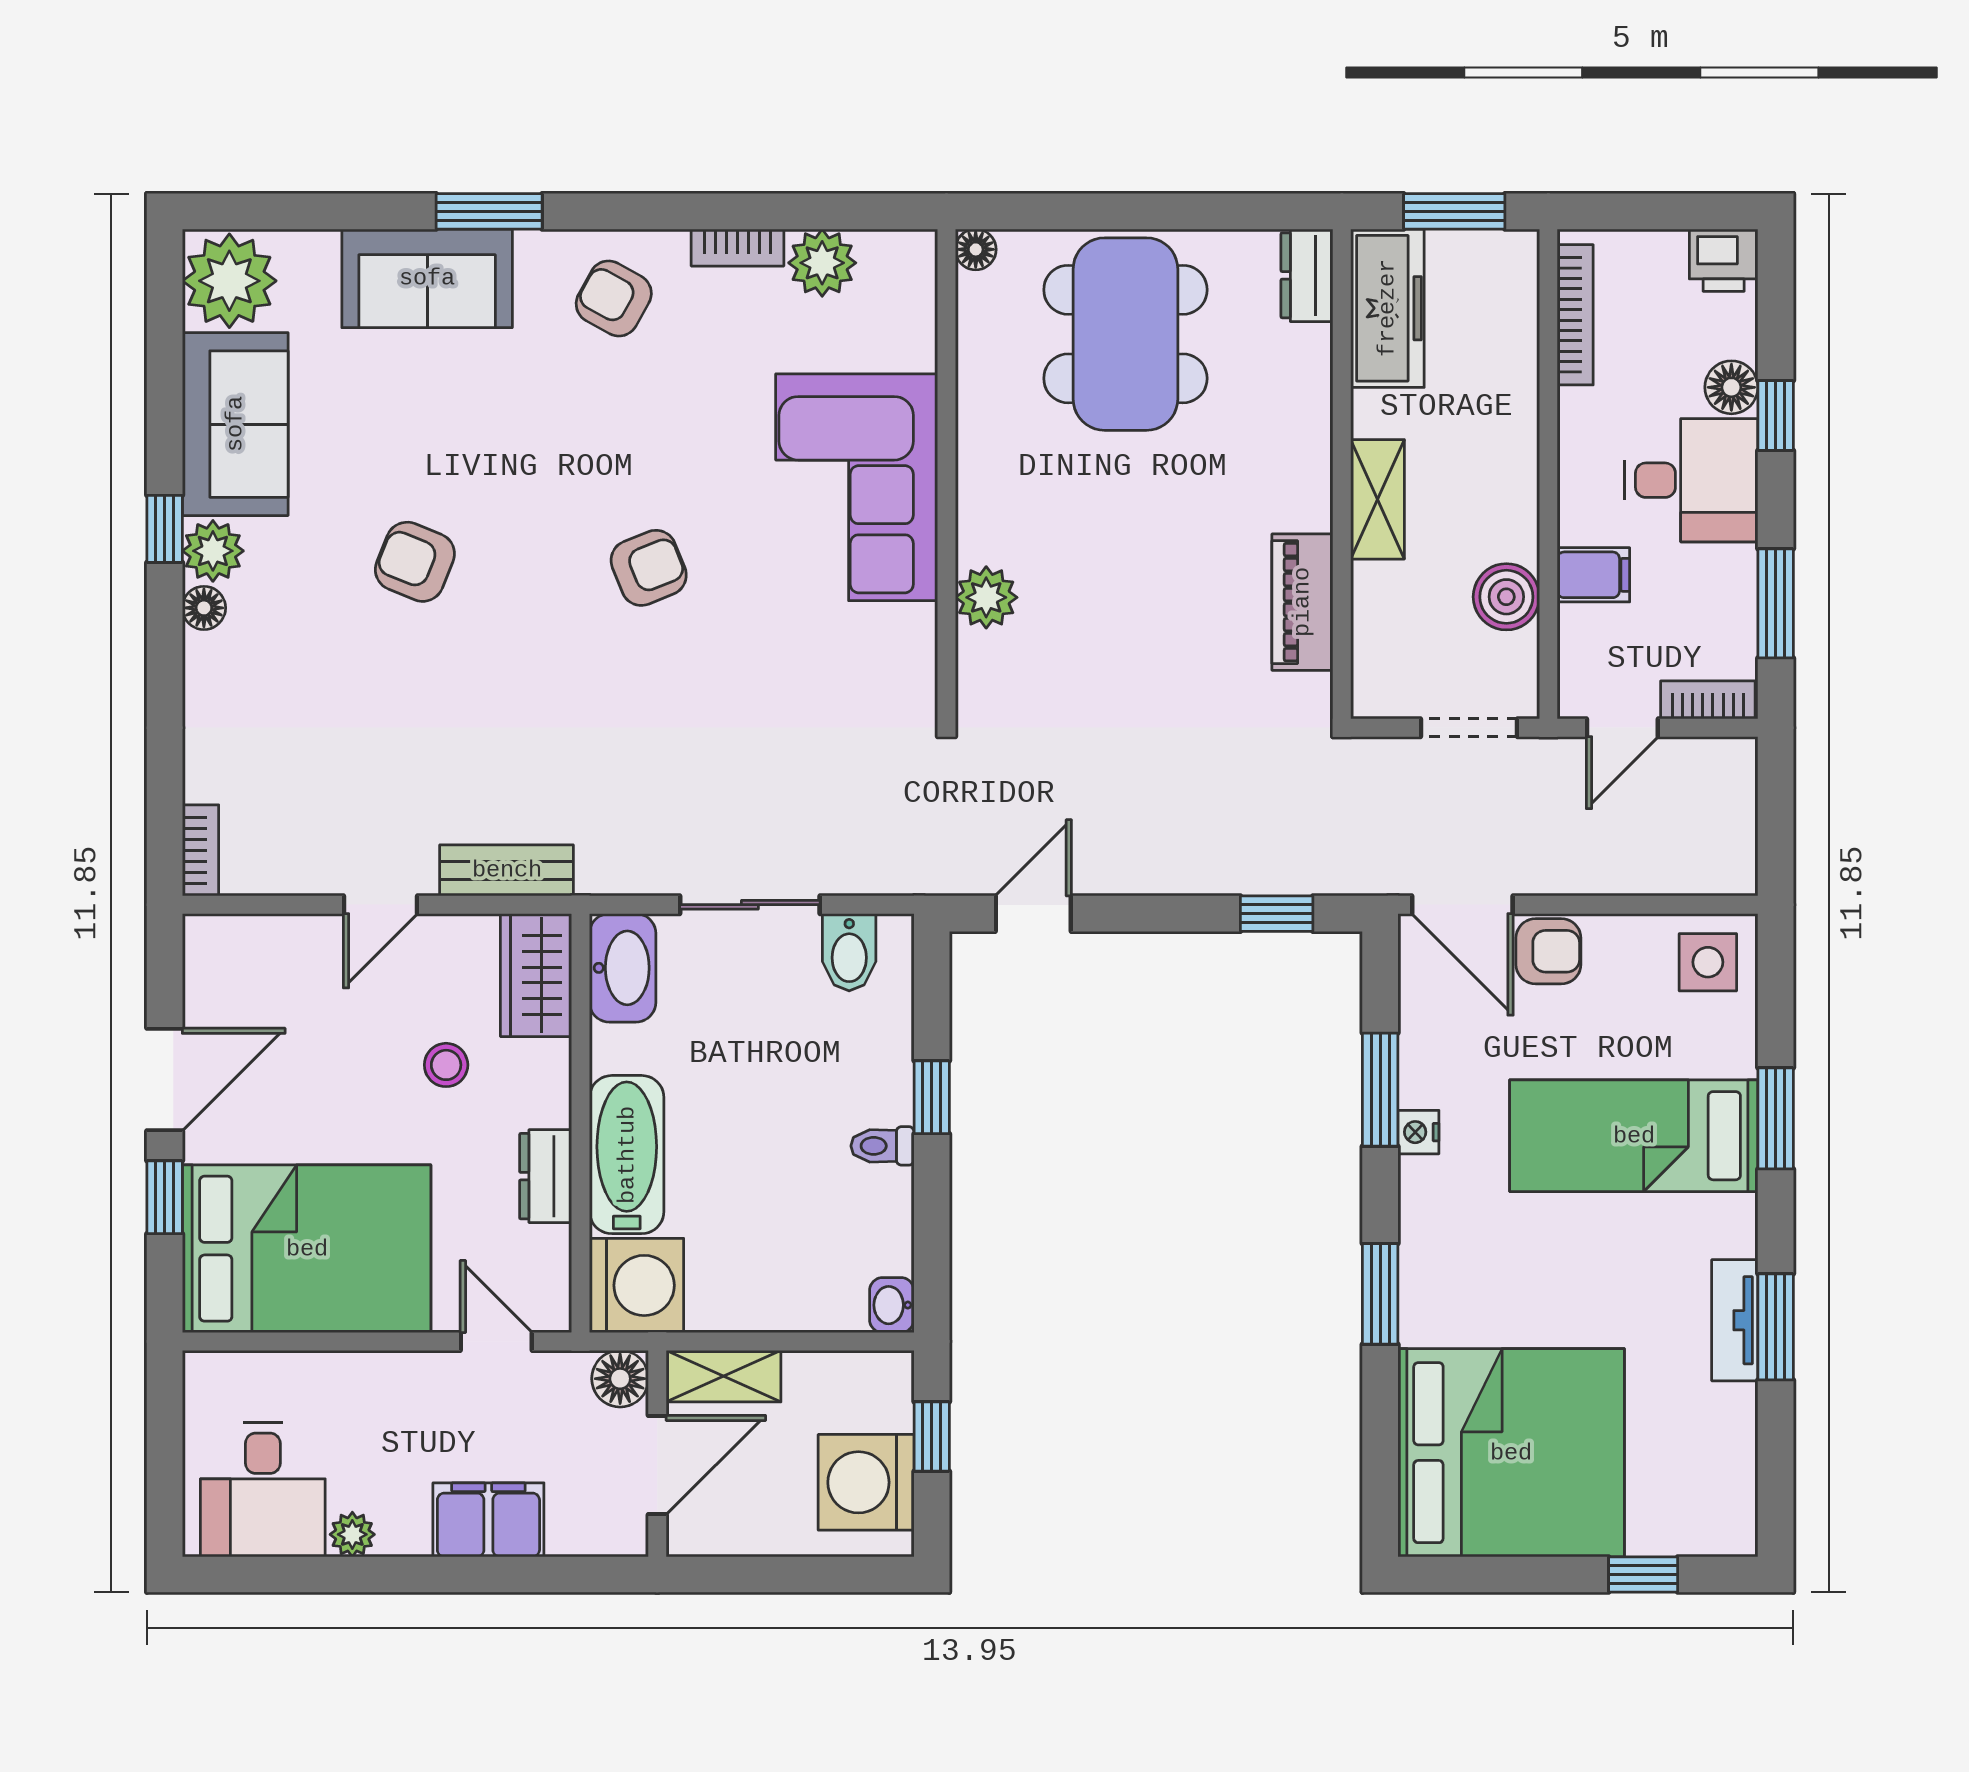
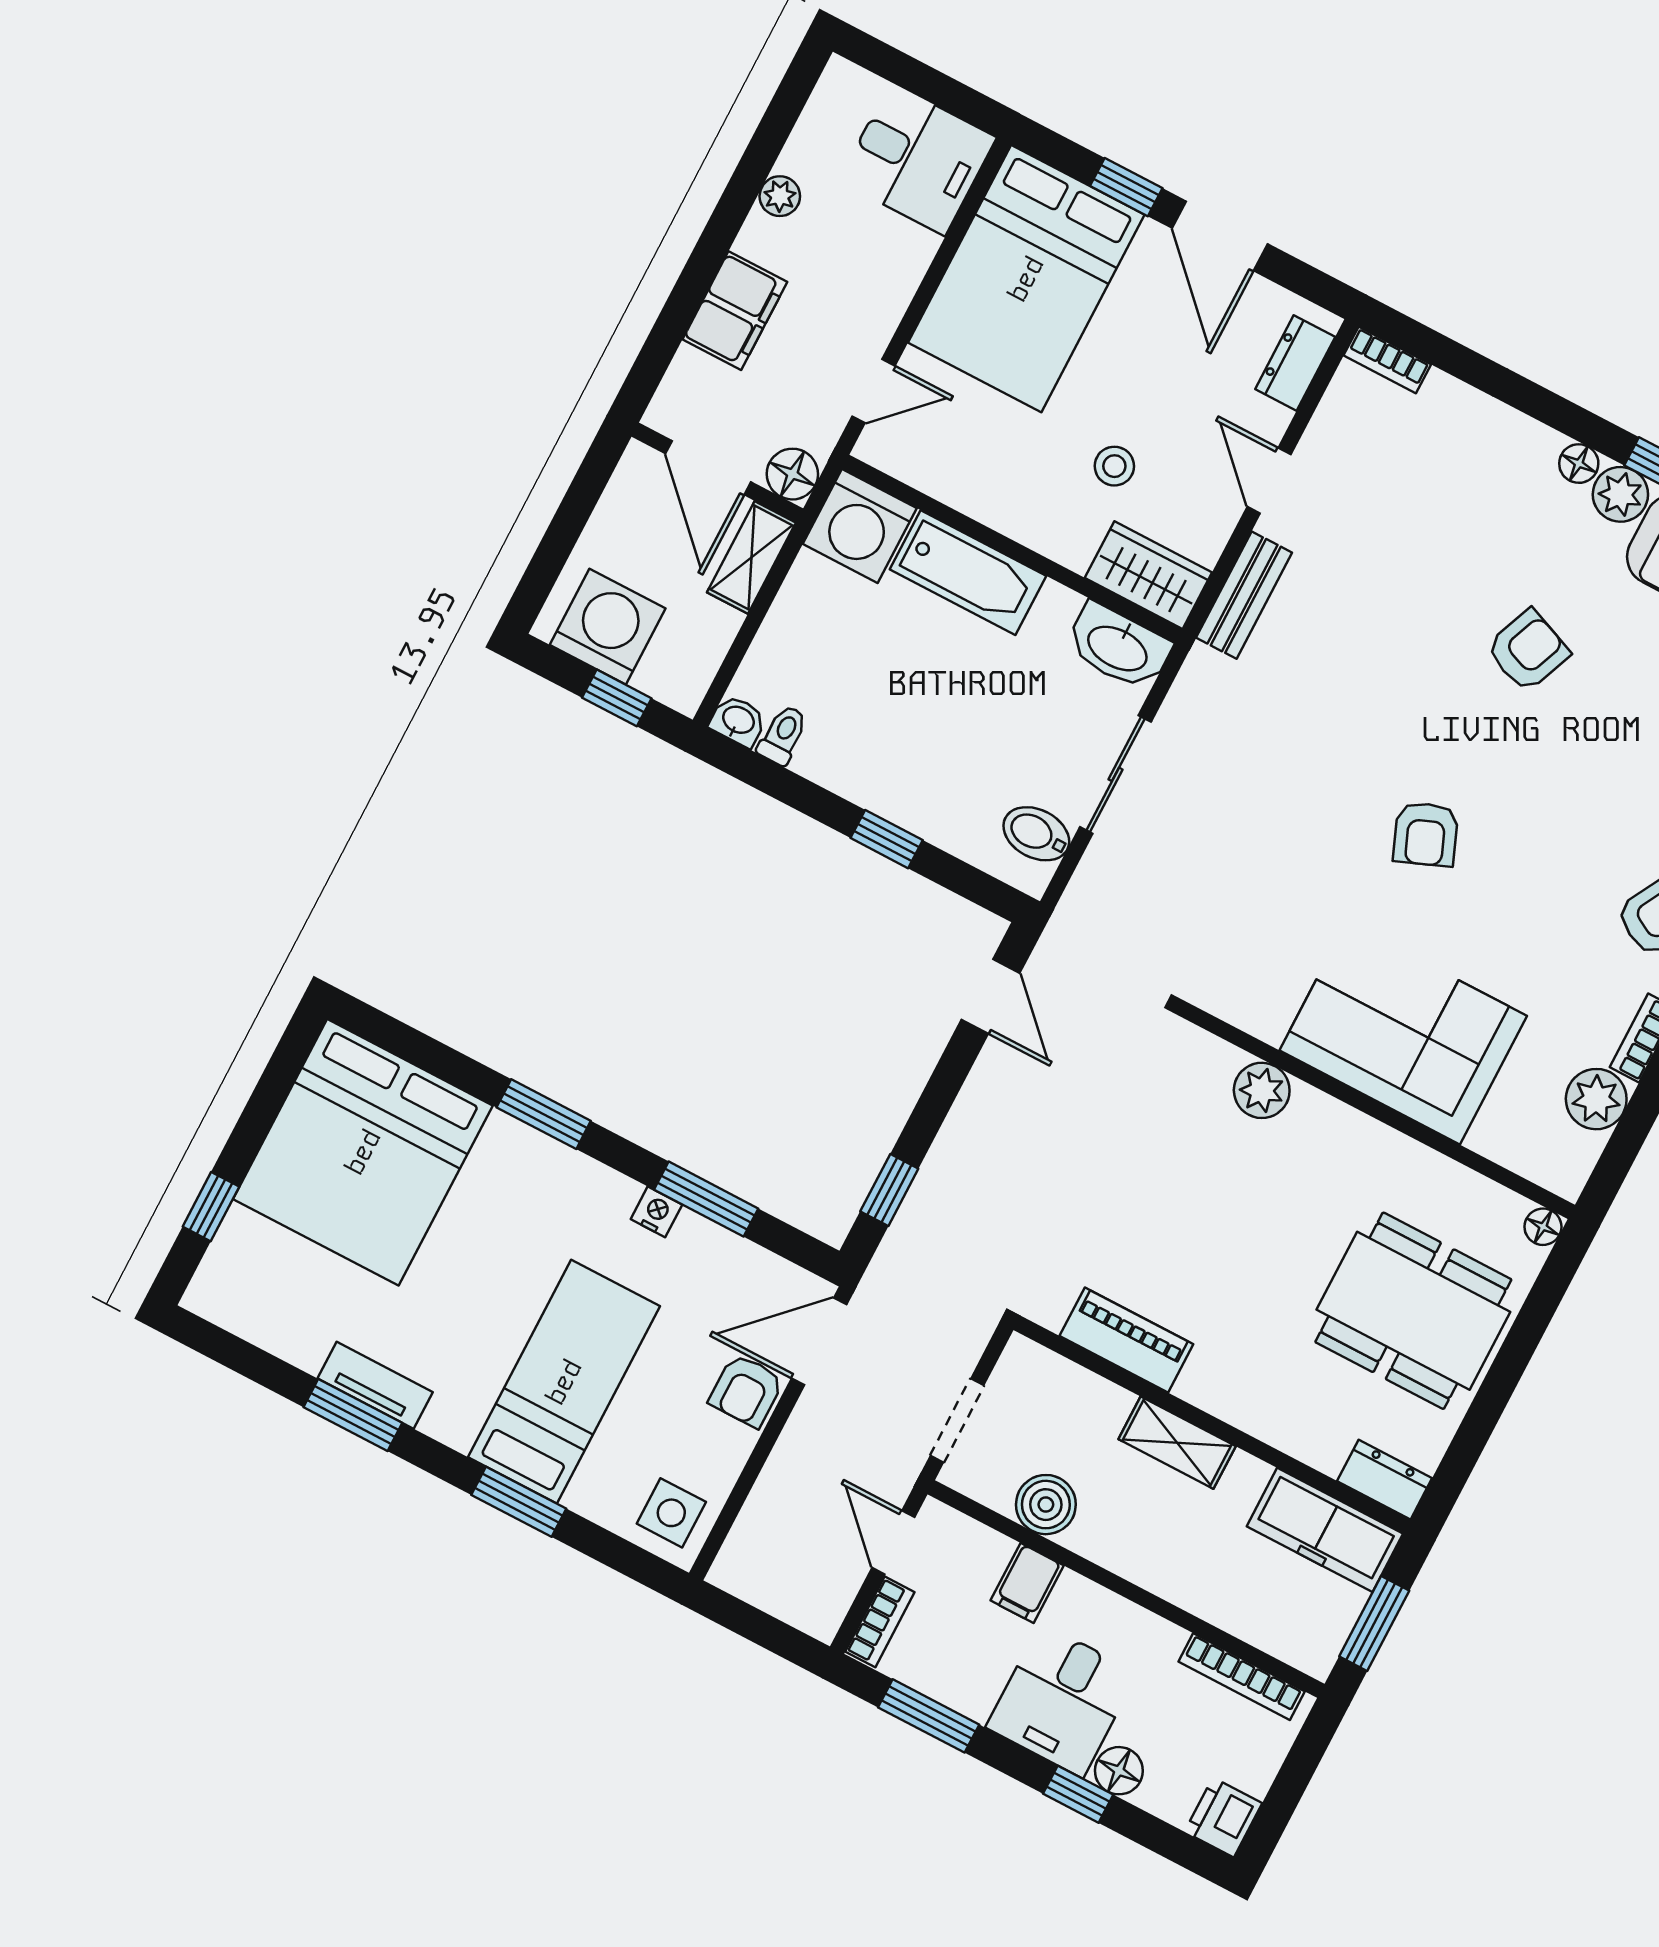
toilet: (882, 1146) -> (783, 735), moved
dresser: (546, 1176) -> (1295, 363), moved, turned -90
desk: (263, 1490) -> (918, 159), moved, turned 180

